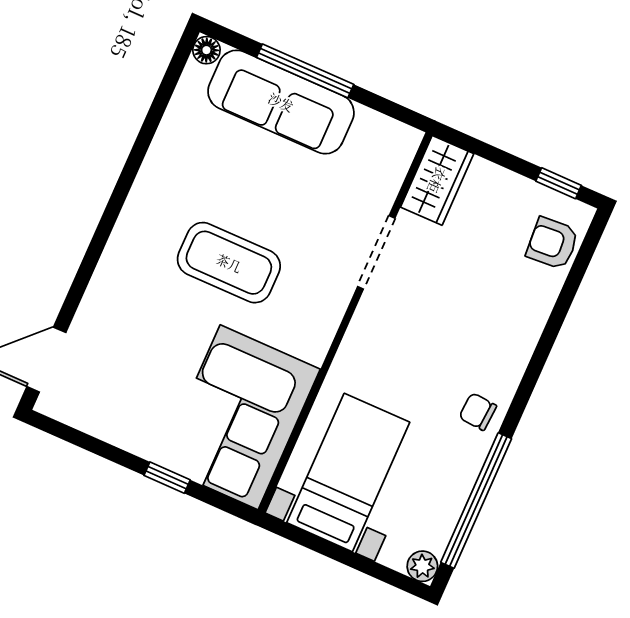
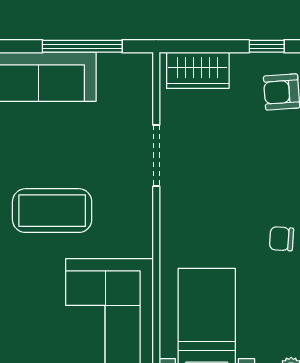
window: (305, 71) -> (82, 46), moved
wardrobe: (437, 180) -> (198, 70), moved, turned 90

